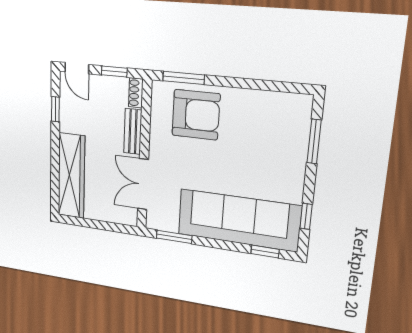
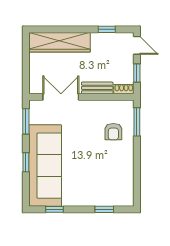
door: (77, 68) -> (137, 45), swing flipped
armchair: (196, 115) -> (113, 132), width x0.53, depth x0.53
window: (314, 141) -> (104, 209), width x0.67
window: (265, 251) -> (26, 162), moved

